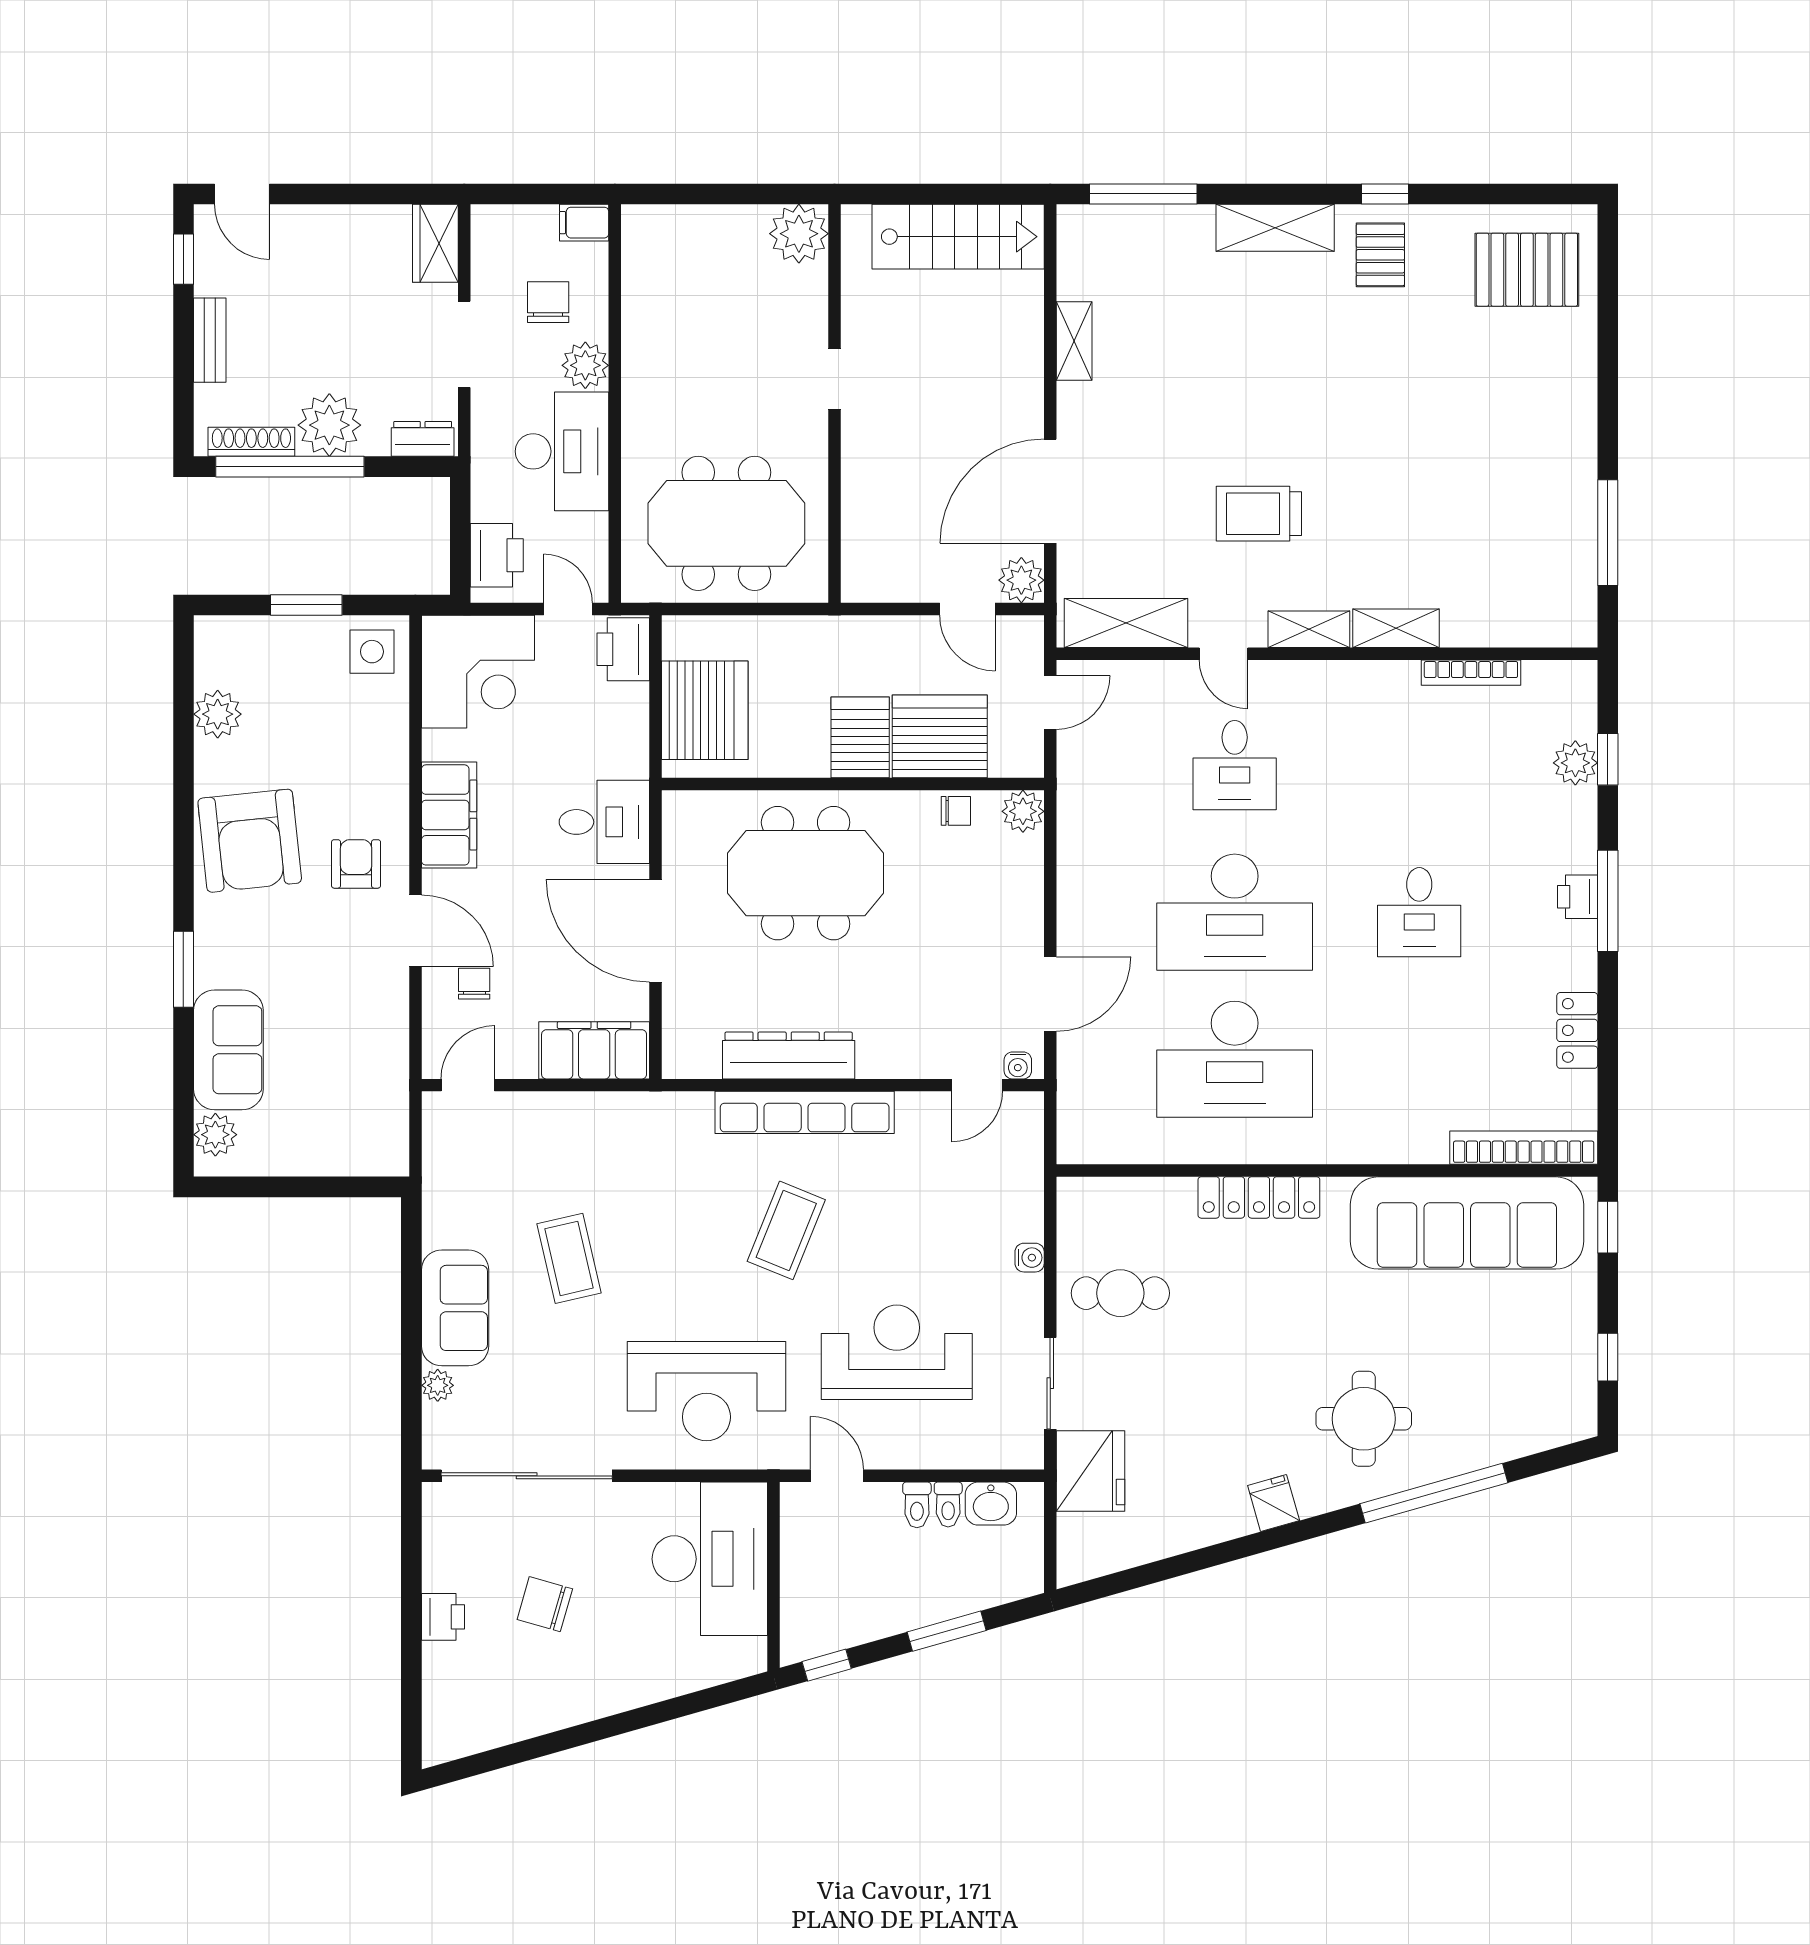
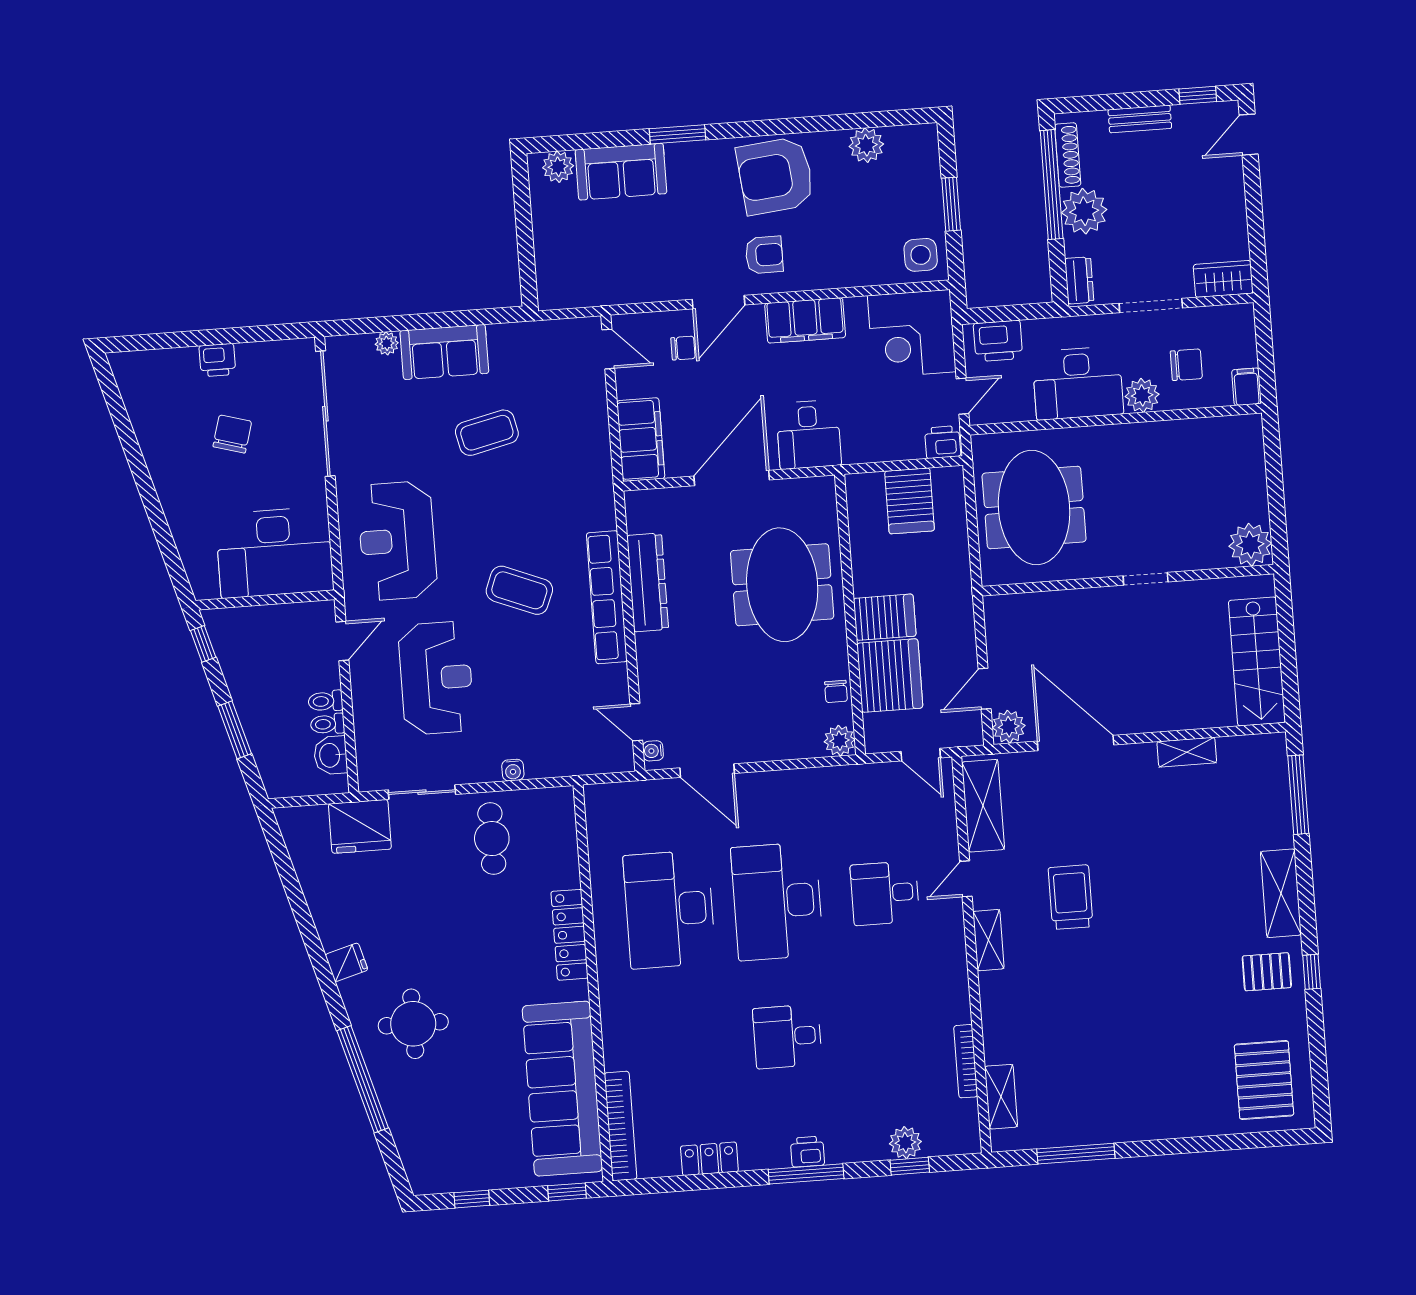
shelving: (1396, 628) -> (1001, 1097), moved
printer: (623, 649) -> (943, 442), width x0.73, depth x0.81
server rack: (705, 710) -> (910, 501), width x0.62

